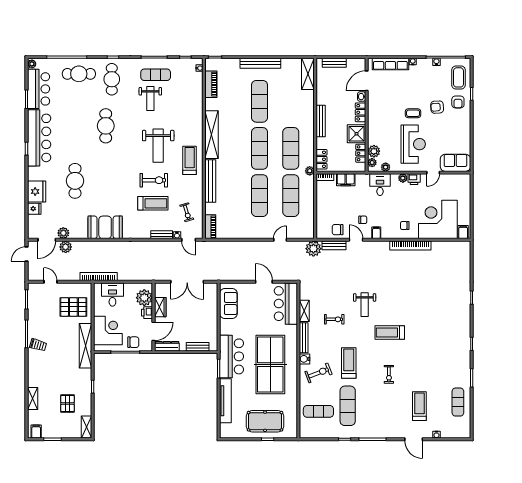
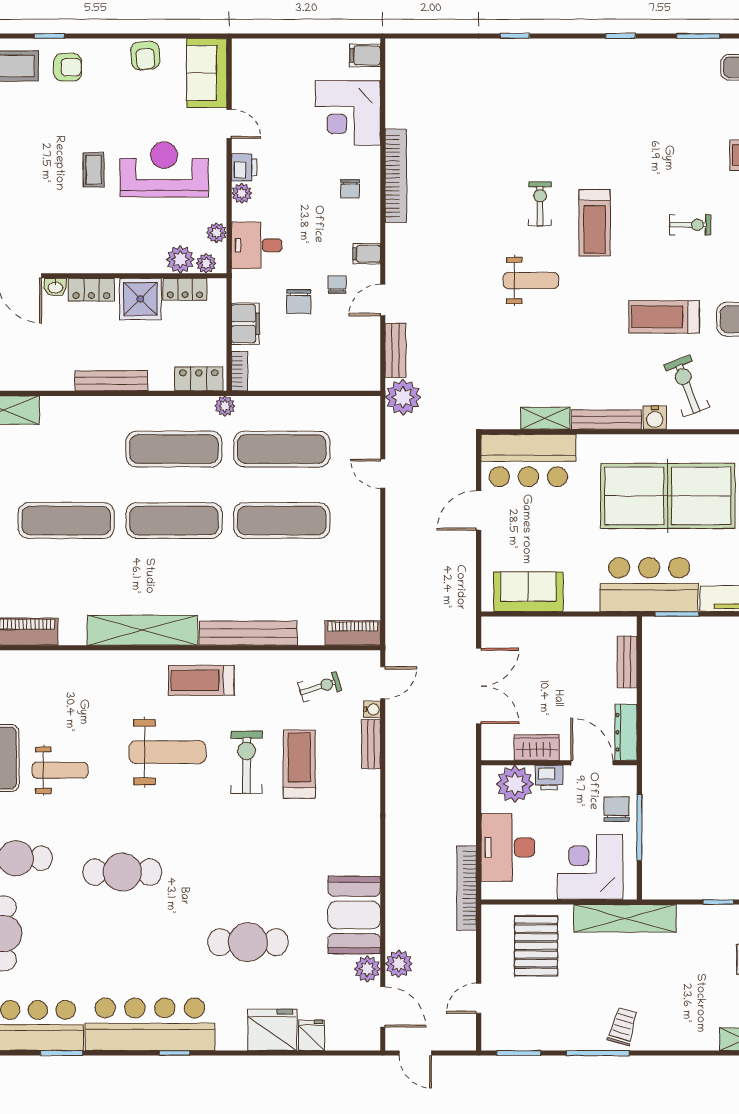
armchair: (437, 107) -> (145, 56), moved
corner desk: (438, 219) -> (348, 113), width x0.74, depth x0.74
booth: (105, 227) -> (354, 915), moved
chair: (338, 230) -> (299, 302), moved
desk: (112, 295) -> (508, 847), width x1.37
exercise bike: (334, 319) -> (540, 204), moved

